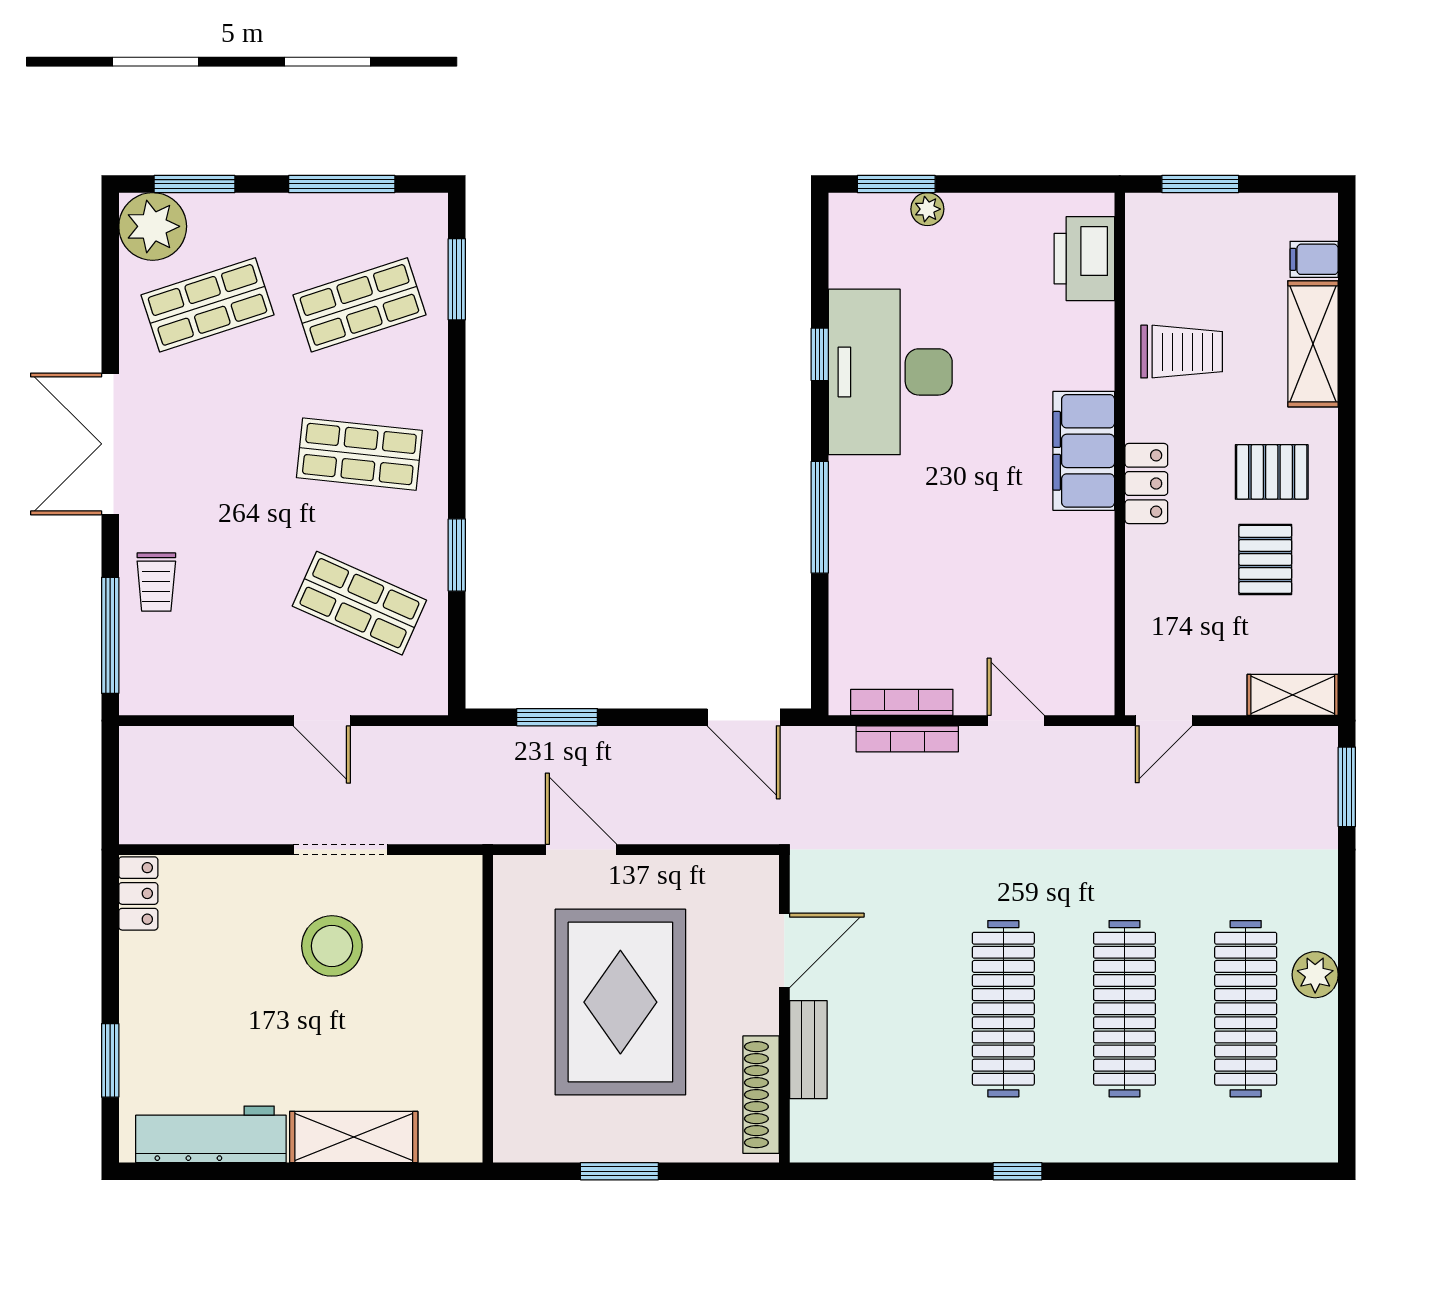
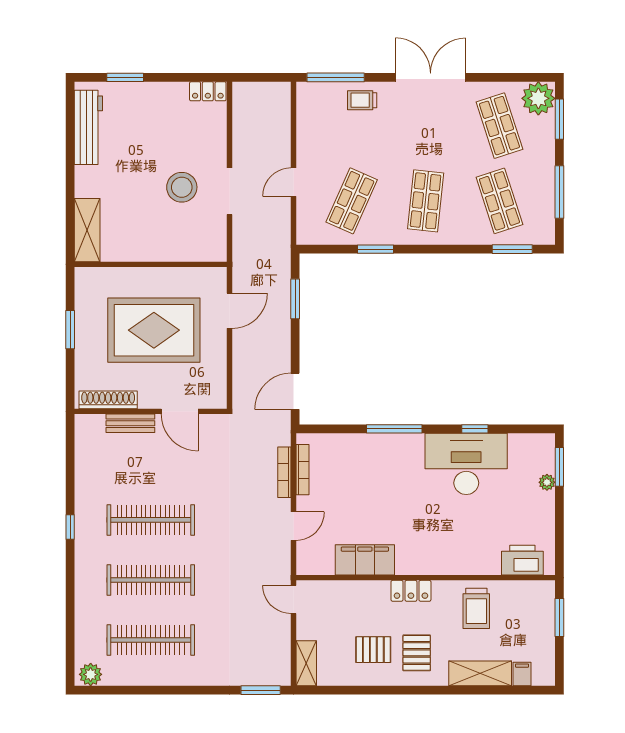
filing cabinet: (1084, 451) -> (365, 560), moved
plant: (1315, 975) -> (91, 674), moved
shelving: (354, 1137) -> (87, 230), moved

